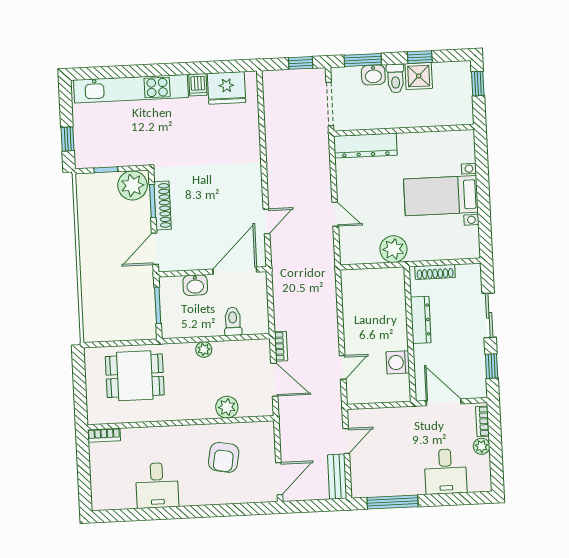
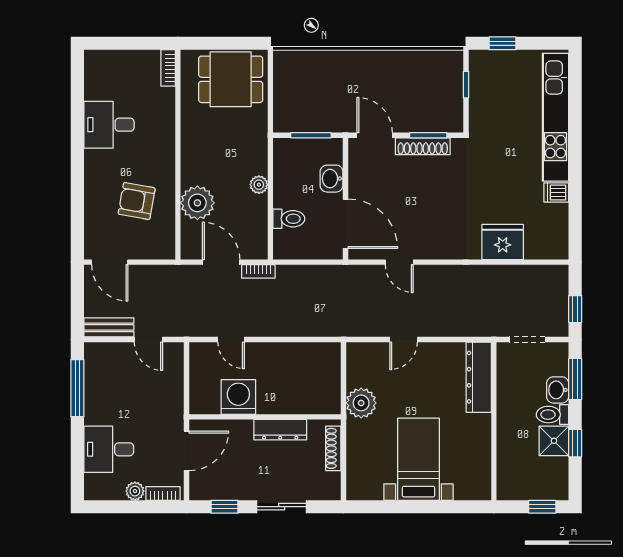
fridge: (227, 88) -> (503, 242), moved, turned 90
doorway: (330, 104) -> (527, 339), width x0.73
plant: (132, 185) -> (447, 114), removed
washing machine: (398, 362) -> (238, 397), width x1.37, depth x1.37
dining table: (135, 376) -> (231, 79), moved, turned 90
door: (274, 380) -> (221, 262), swing flipped
plant: (227, 407) -> (197, 203), width x1.36, depth x1.36

